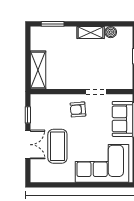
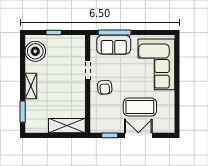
shelving: (91, 32) -> (31, 86), moved
boiler: (111, 32) -> (35, 51), width x1.86, depth x1.86

